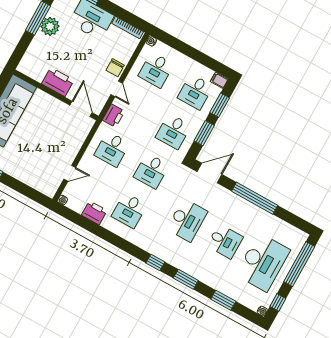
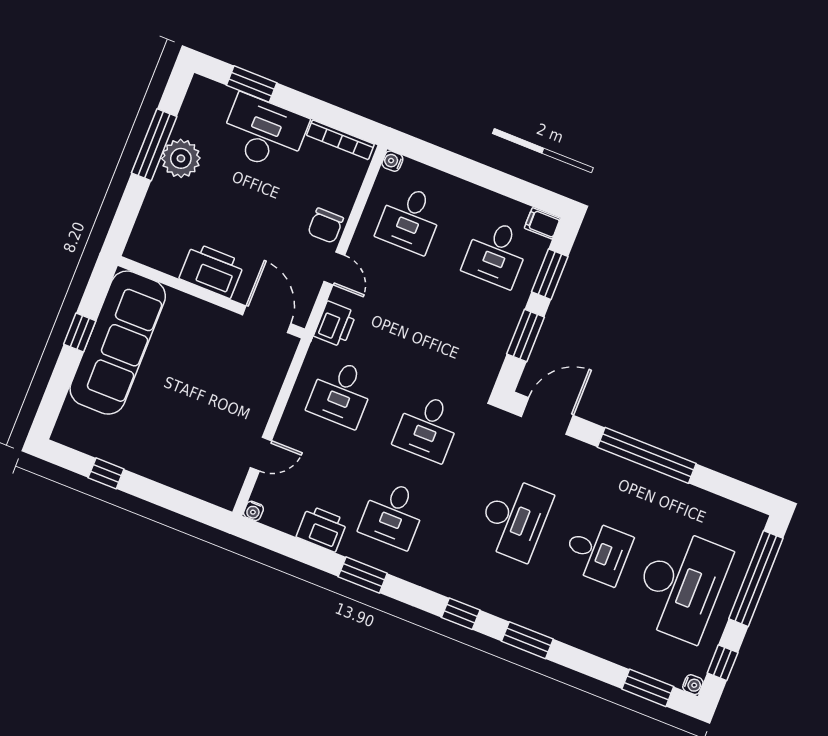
desk: (173, 131) -> (462, 340), removed
window: (111, 238) -> (363, 575), added
window: (223, 300) -> (648, 688), moved

